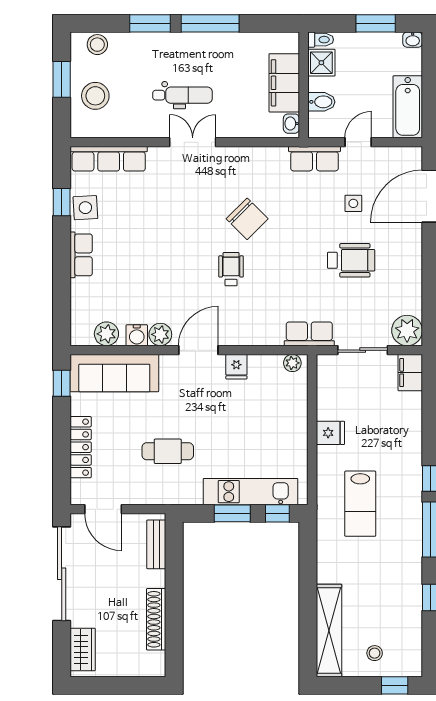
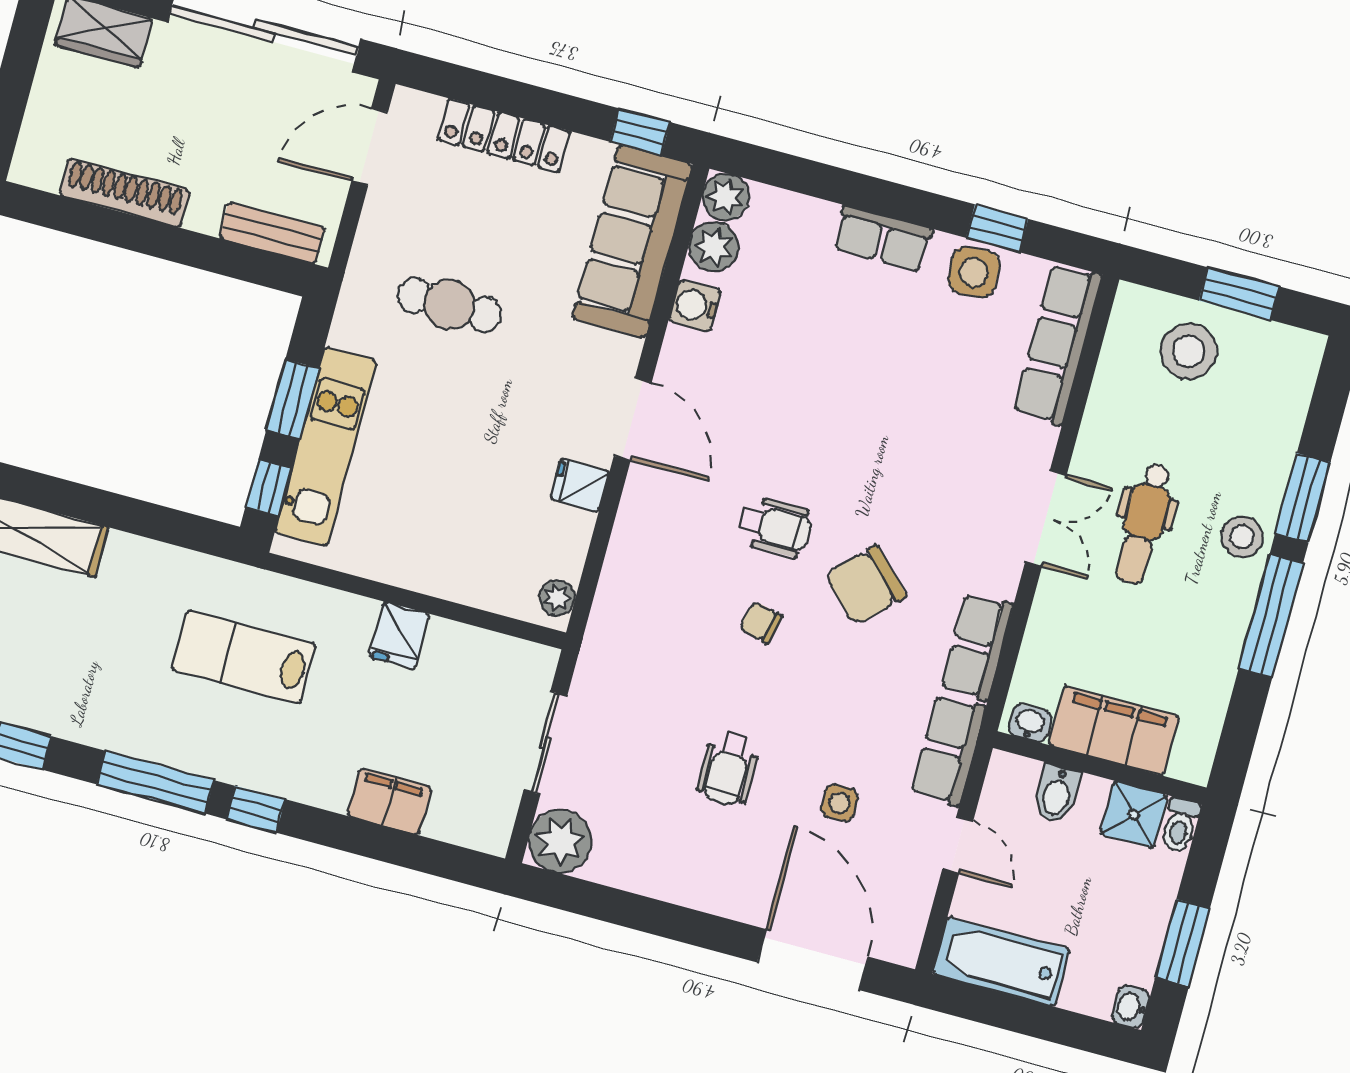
stool: (97, 45) -> (1242, 536), moved
wheelchair: (351, 260) -> (728, 768), width x0.73, depth x0.73
chair: (278, 264) -> (761, 622), added
plant: (160, 334) -> (726, 197), moved
row of seats: (309, 334) -> (977, 647), moved, turned 180
filing cabinet: (410, 373) -> (389, 802), moved
cafe table: (168, 451) -> (449, 305), turned 90

